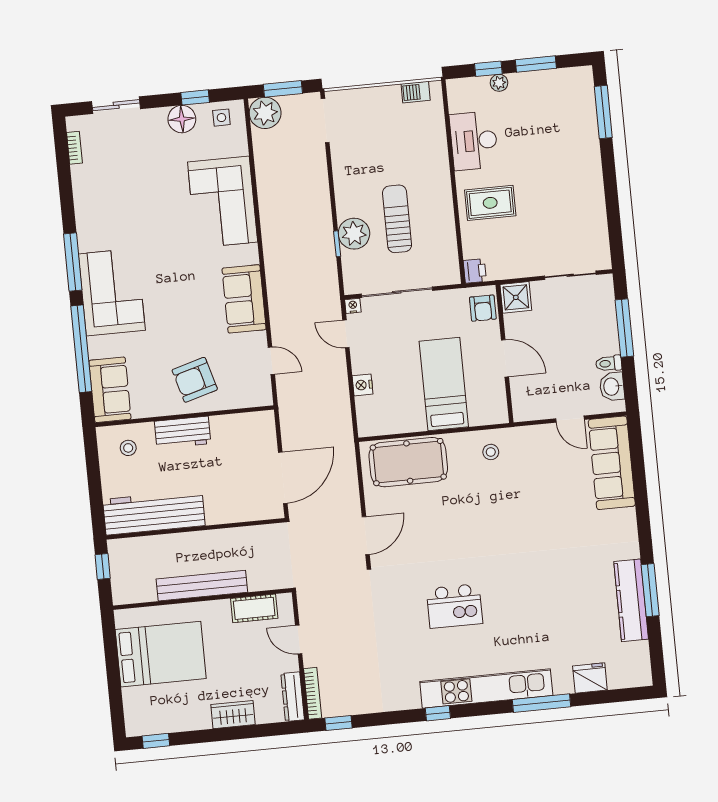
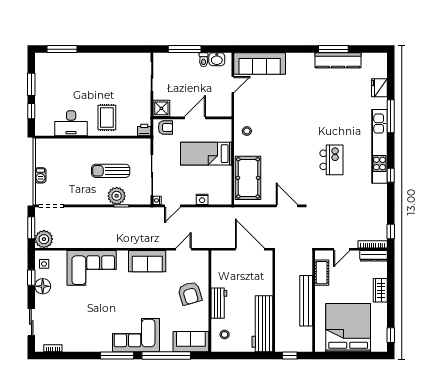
plant: (499, 83) -> (40, 106), removed
barbecue: (416, 92) -> (40, 175), moved
bed: (161, 654) -> (348, 328), width x1.36

